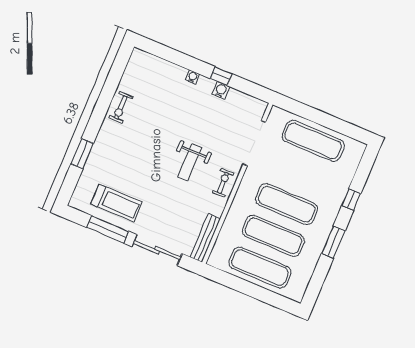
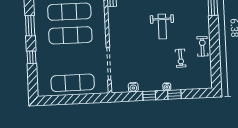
window: (187, 62) -> (174, 94), added
water cooler: (221, 90) -> (133, 87), moved
weight bench: (190, 162) -> (162, 27), moved, turned 180
exercise bike: (223, 183) -> (181, 58), moved

